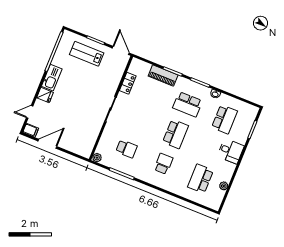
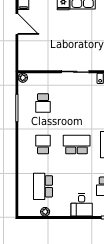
school desk: (175, 134) -> (77, 145), turned 180
school desk: (163, 164) -> (43, 145), turned -90
school desk: (200, 179) -> (43, 186), turned -90

